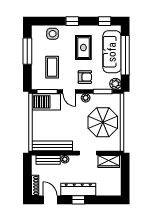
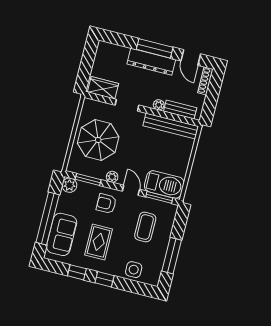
window: (105, 21) -> (77, 272), moved
sofa: (112, 52) -> (62, 234), width x0.73
window: (78, 200) -> (155, 48), width x2.17

